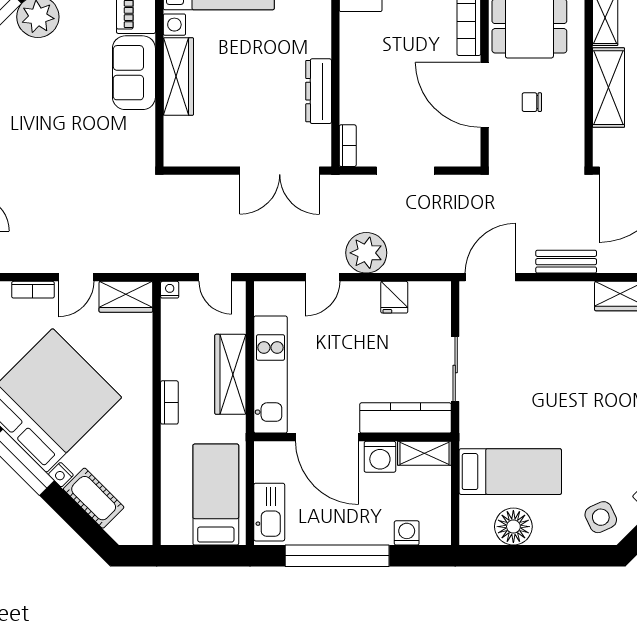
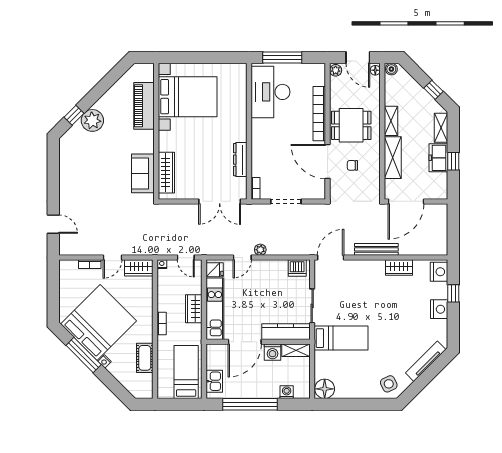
sofa: (134, 73) -> (143, 173), moved
wardrobe: (178, 76) -> (166, 173), moved
plant: (366, 253) -> (260, 250), width x0.53, depth x0.53
bench: (566, 262) -> (376, 249), width x1.36
fridge: (394, 297) -> (215, 270), moved, turned -90
dishwasher: (427, 297) -> (297, 268), added
wardrobe: (230, 374) -> (194, 309), width x0.67
door: (327, 437) -> (245, 342), hinge flipped
bed: (510, 472) -> (341, 338), moved
cot: (94, 498) -> (145, 358), moved, turned 45
kitchen sink: (269, 512) -> (214, 381), width x0.73
floor lamp: (513, 527) -> (325, 389), moved

